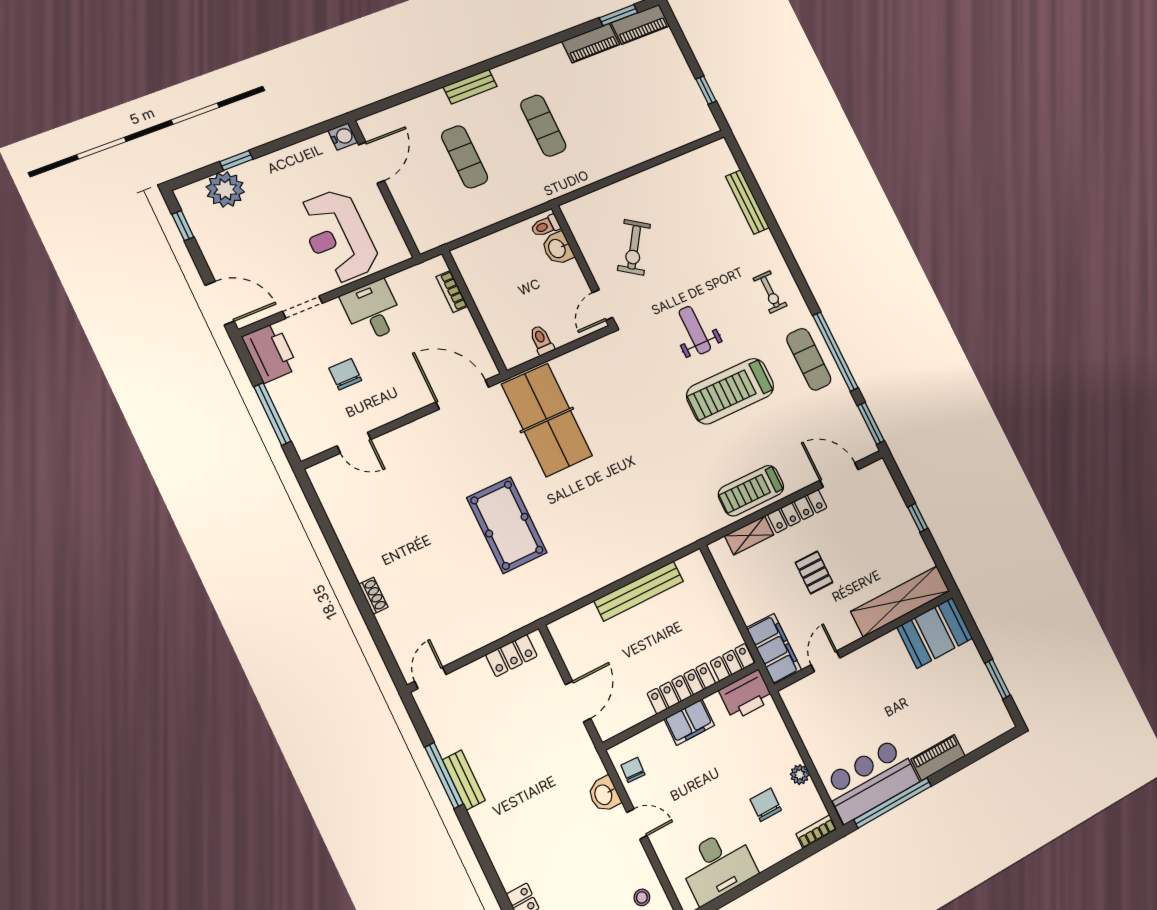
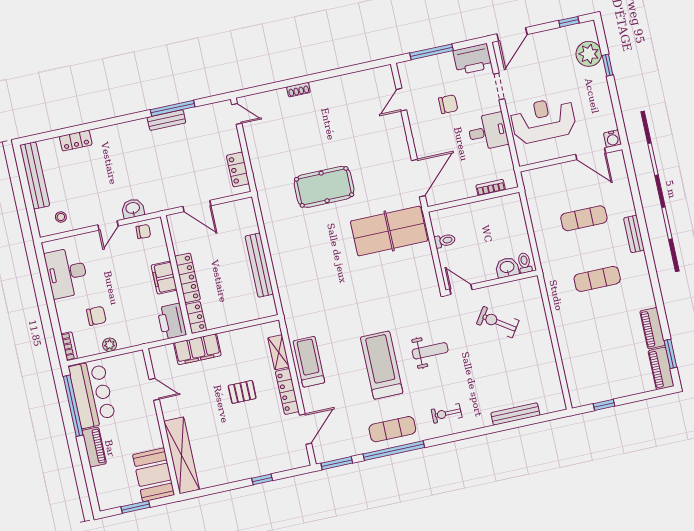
shelving: (900, 601) -> (182, 455), moved
booth: (935, 633) -> (154, 475), moved
wall: (865, 640) -> (161, 422), moved
door: (826, 661) -> (154, 389), moved

